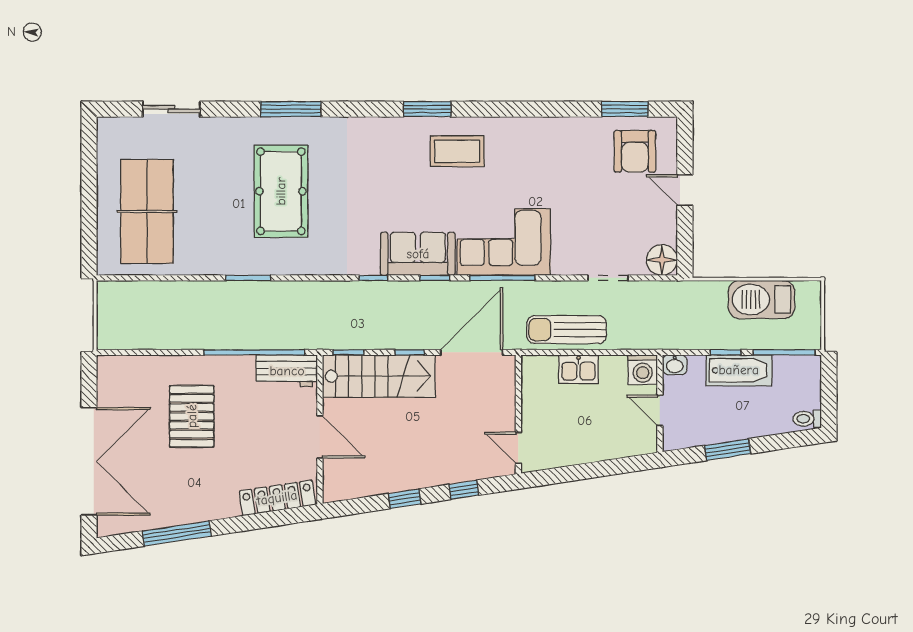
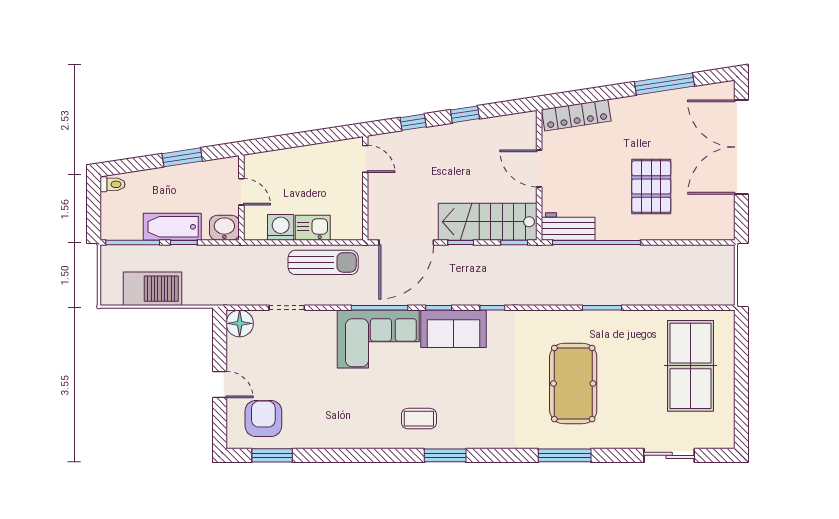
coffee table: (457, 151) -> (419, 419), width x0.73, depth x0.77
washbasin: (675, 365) -> (224, 228), width x1.38, depth x1.45
washing machine: (643, 370) -> (281, 227), moved

